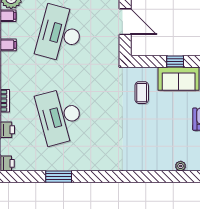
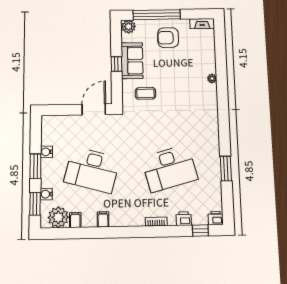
door: (125, 22) -> (94, 109), moved
plant: (181, 166) -> (212, 79), moved

